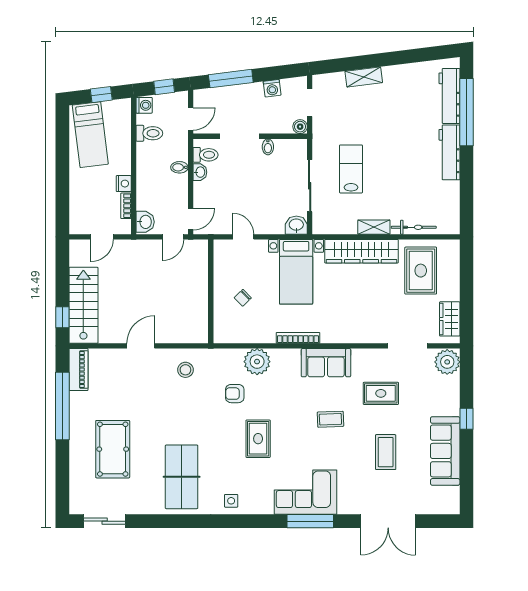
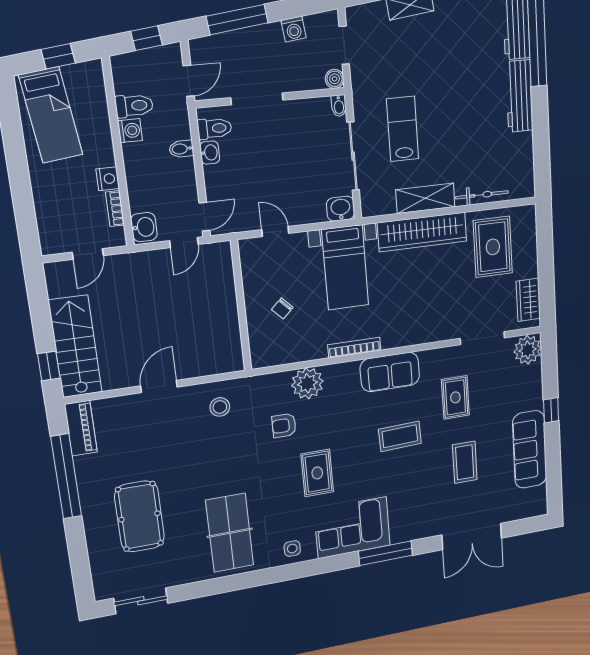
washing machine: (144, 105) -> (130, 131), moved
bidet: (268, 147) -> (339, 106), moved
shelving: (374, 227) -> (425, 198), width x1.50, depth x1.33
rug: (381, 393) -> (455, 397), turned 90
coffee table: (330, 419) -> (400, 436), width x1.36, depth x1.30
corner sofa: (305, 492) -> (352, 528), moved

